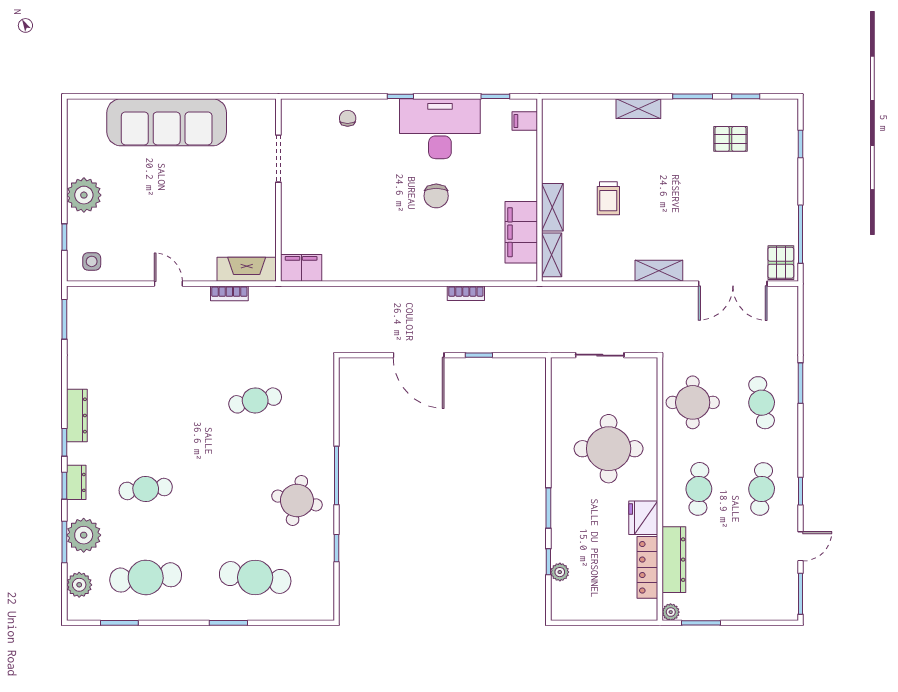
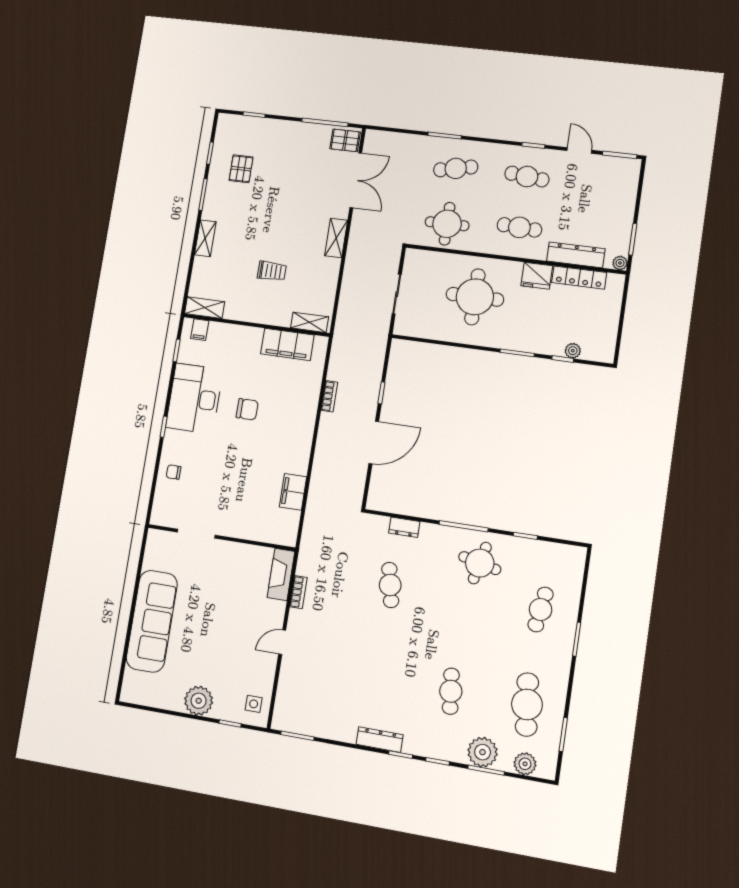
shelving: (552, 207) -> (205, 308), moved
filing cabinet: (301, 268) -> (293, 492), moved
dresser: (76, 482) -> (404, 527), moved, turned 180
cafe table: (255, 577) -> (541, 609), width x0.73, depth x0.74

